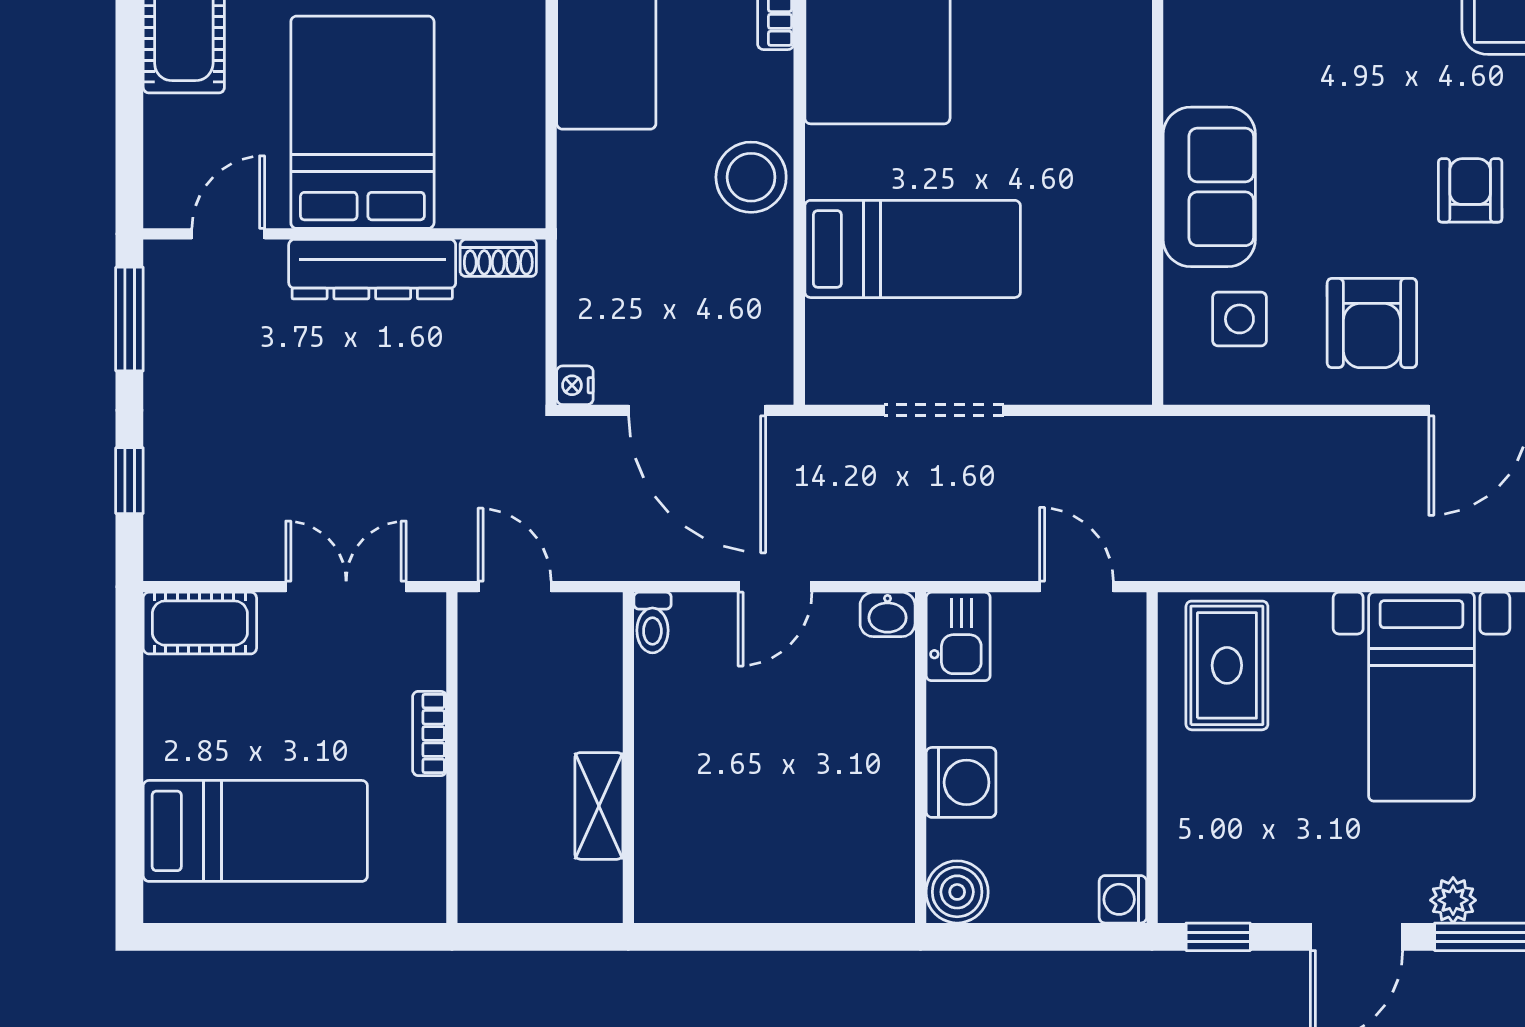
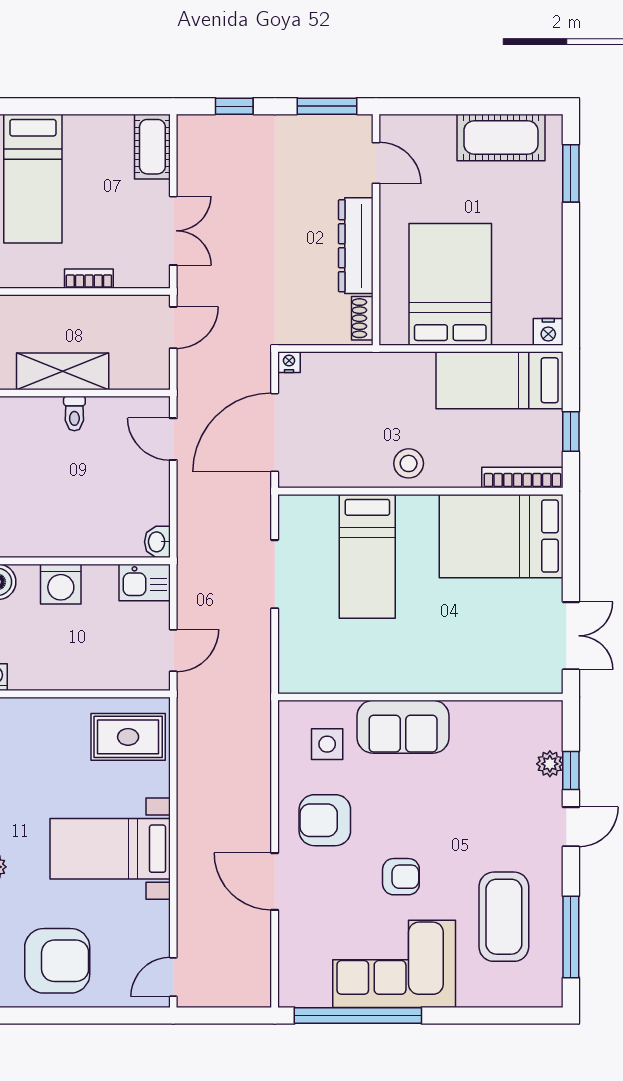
bed: (362, 122) -> (450, 284), moved, turned -90
stool: (751, 177) -> (409, 463), width x0.73, depth x0.73
door: (775, 587) -> (173, 439), moved
toilet: (652, 623) -> (74, 414), moved, turned -90
shelving: (599, 806) -> (63, 371), width x1.50, depth x1.33

